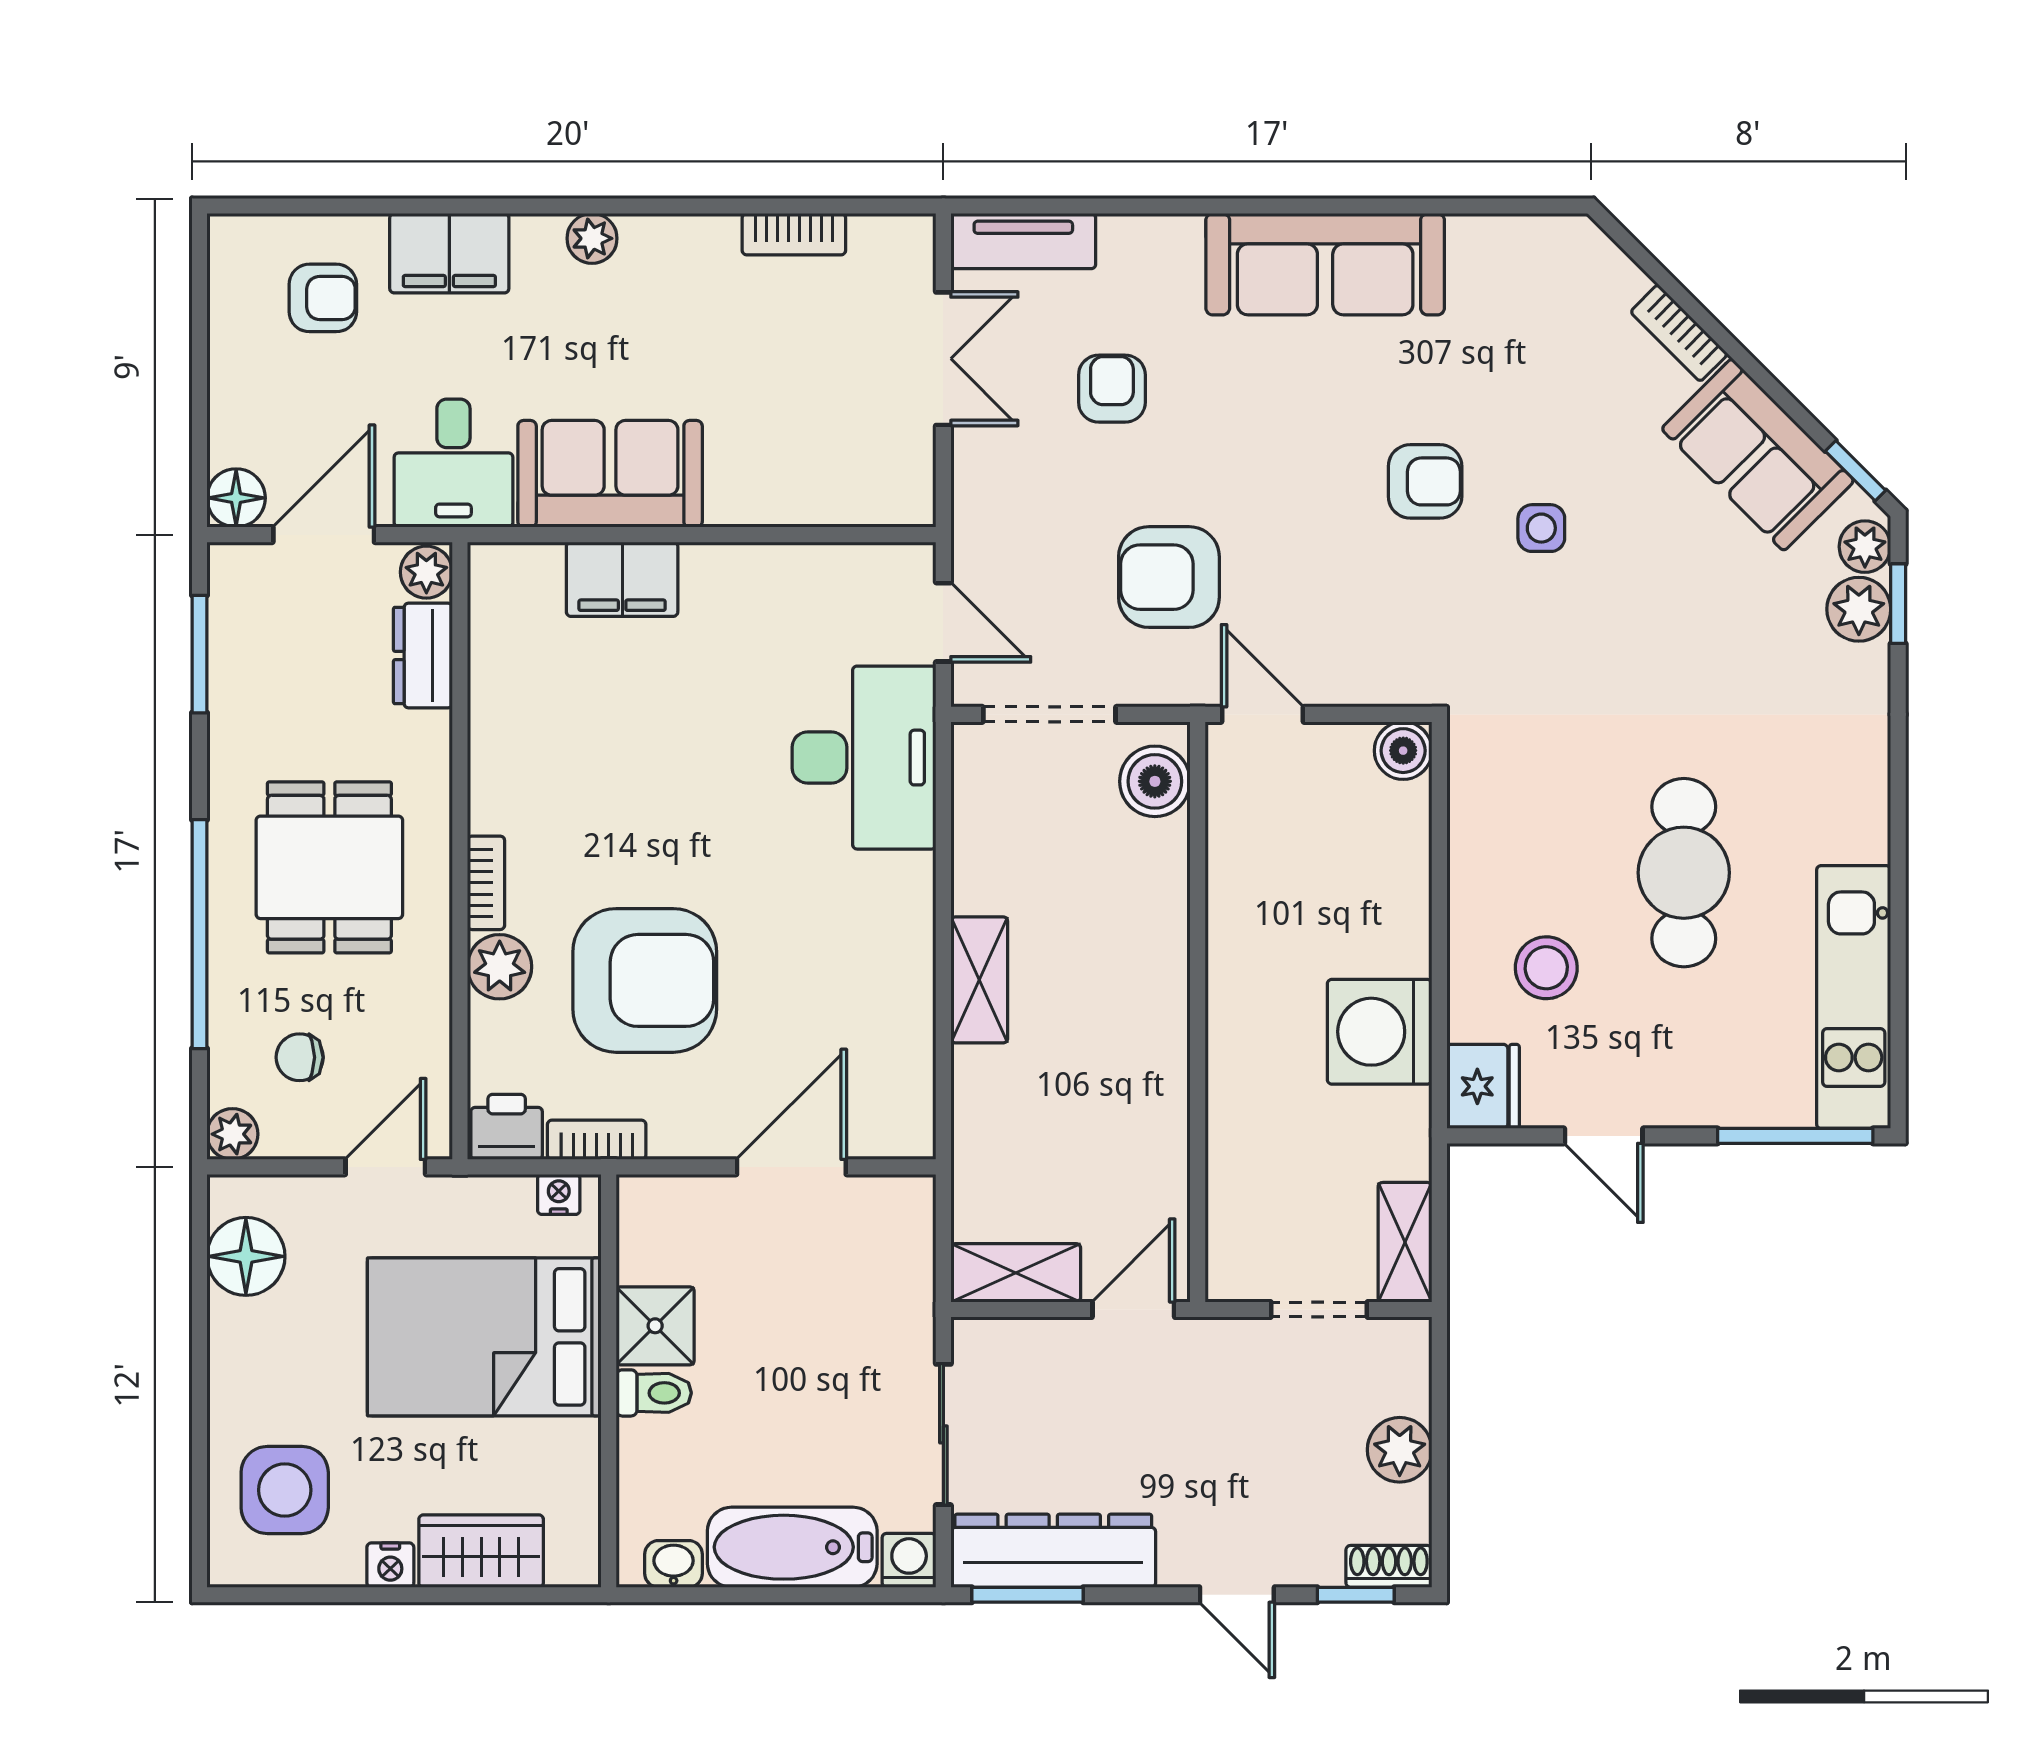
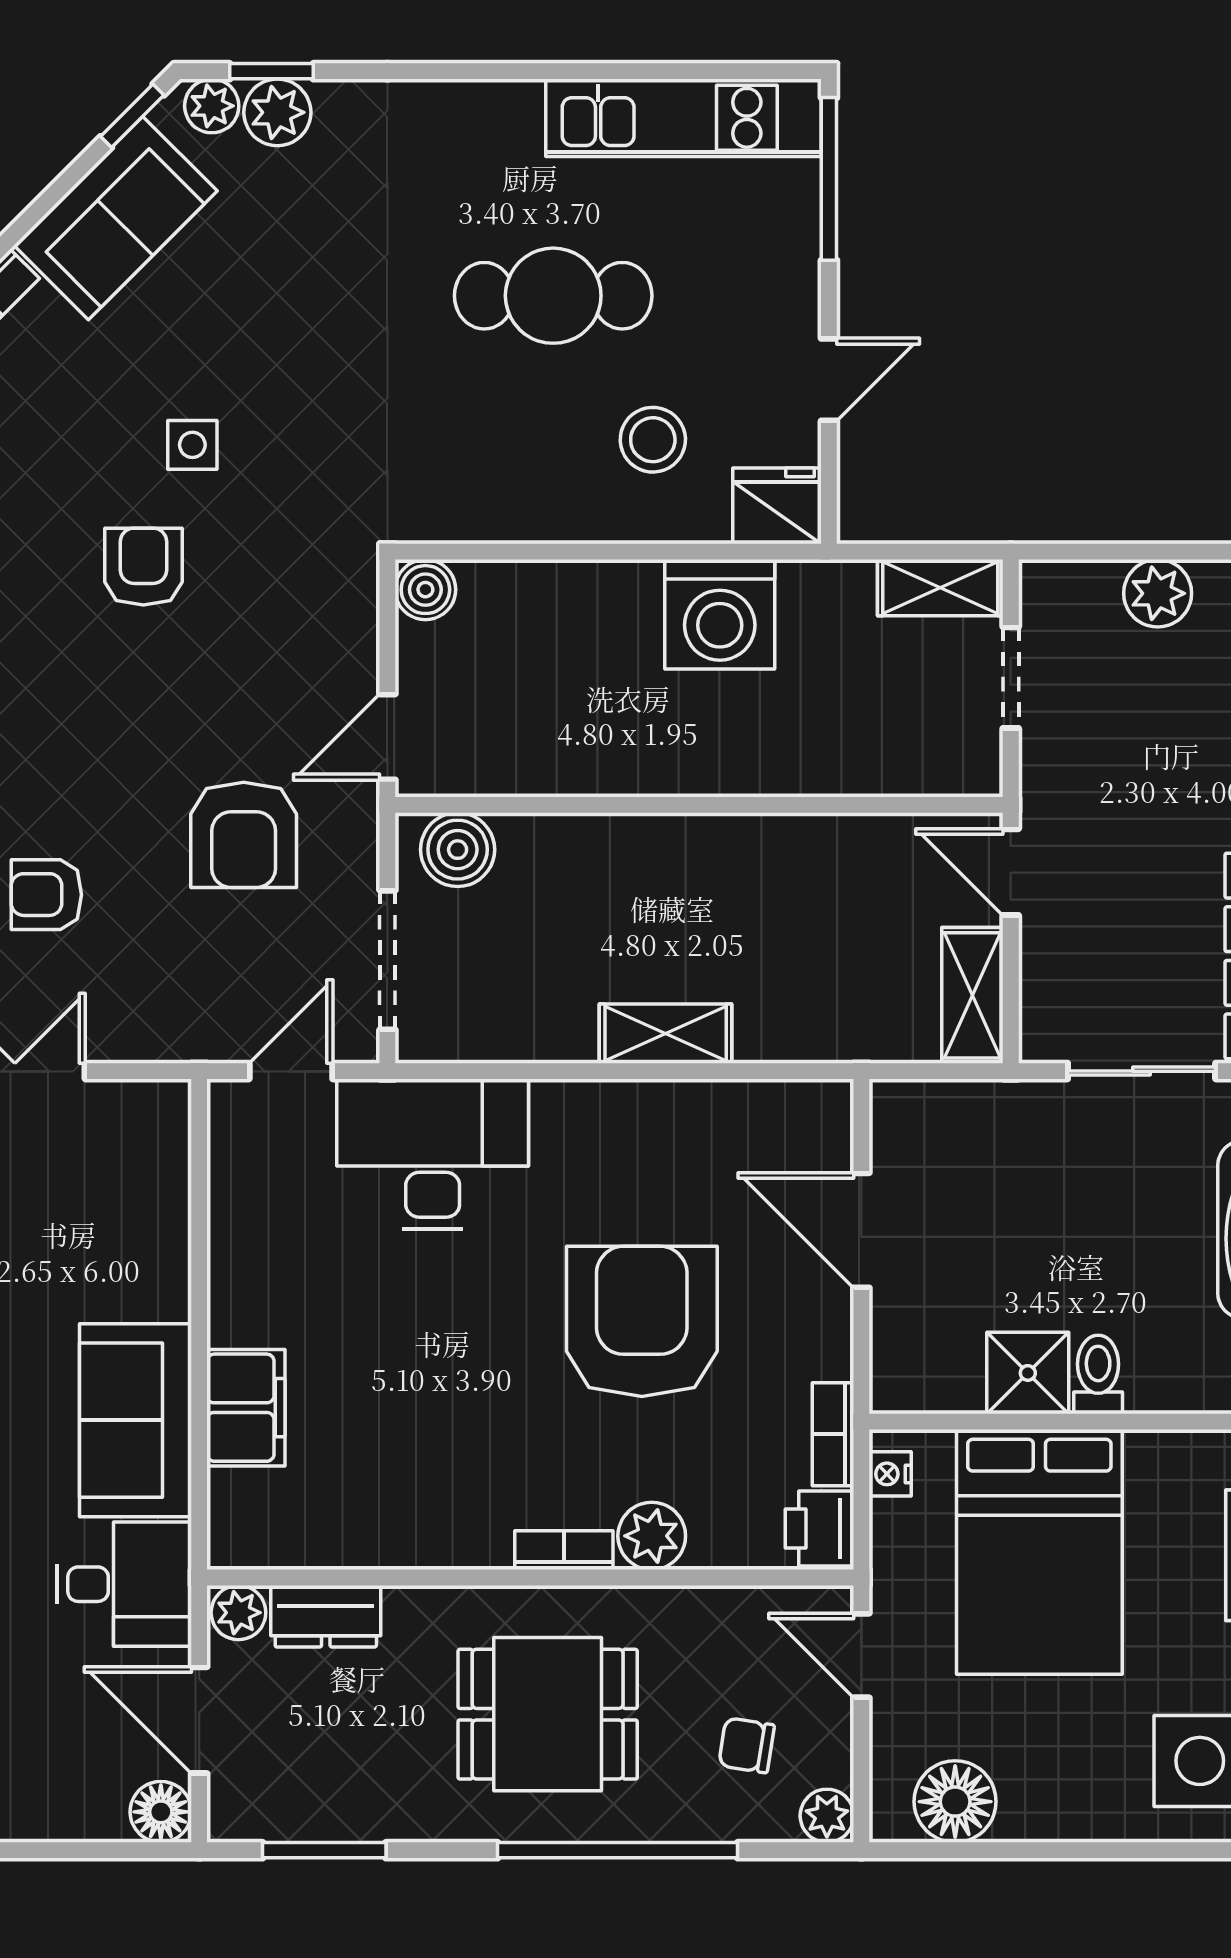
armchair: (645, 980) -> (642, 1321), moved
chair: (300, 1057) -> (747, 1745), turned 99

